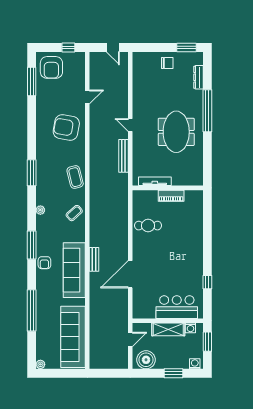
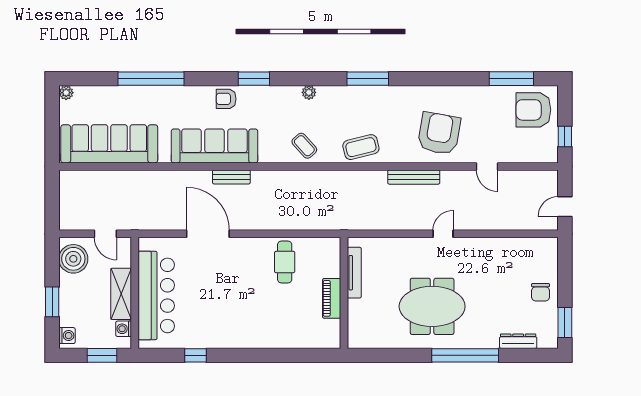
bench: (123, 156) -> (414, 177), moved
window: (32, 245) -> (254, 79), width x0.69
bar counter: (177, 307) -> (156, 295), width x1.36

